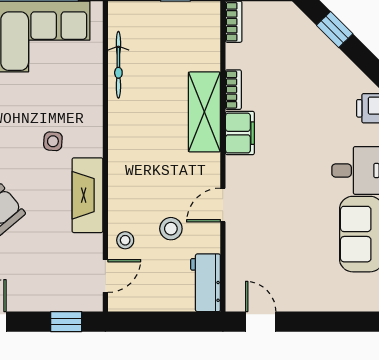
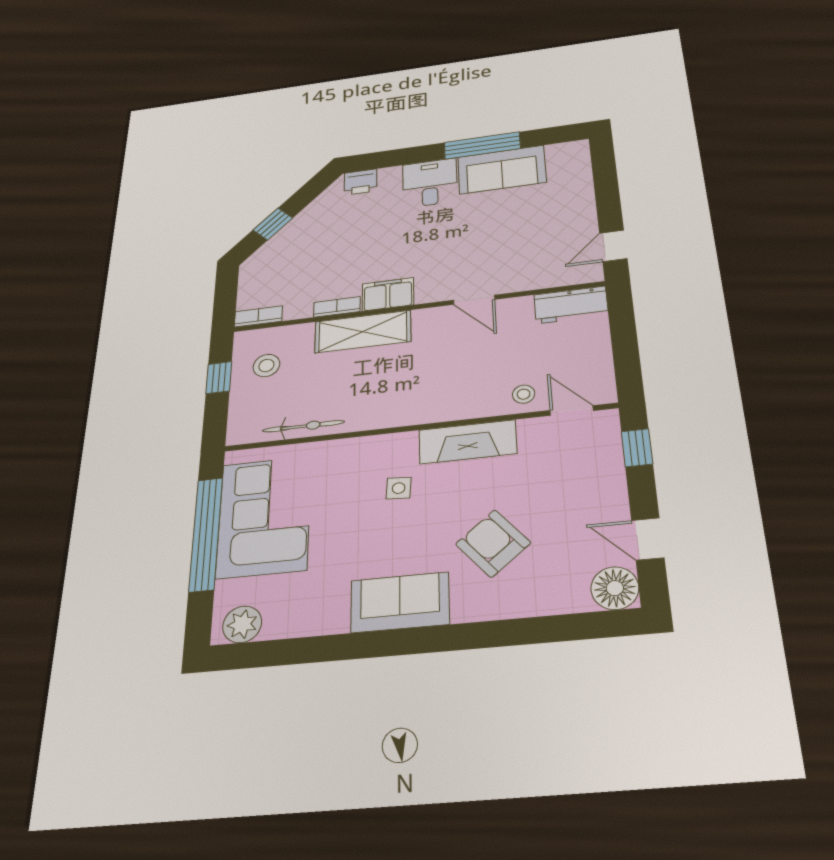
stool: (171, 229) -> (266, 366), moved

